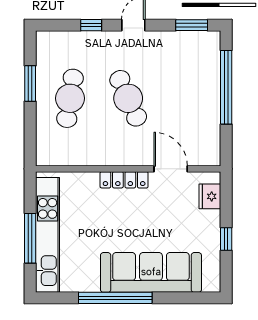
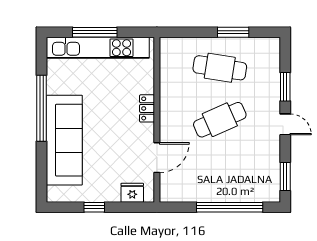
window: (91, 25) -> (285, 87), width x1.50
locker: (124, 180) -> (147, 108), width x0.66

